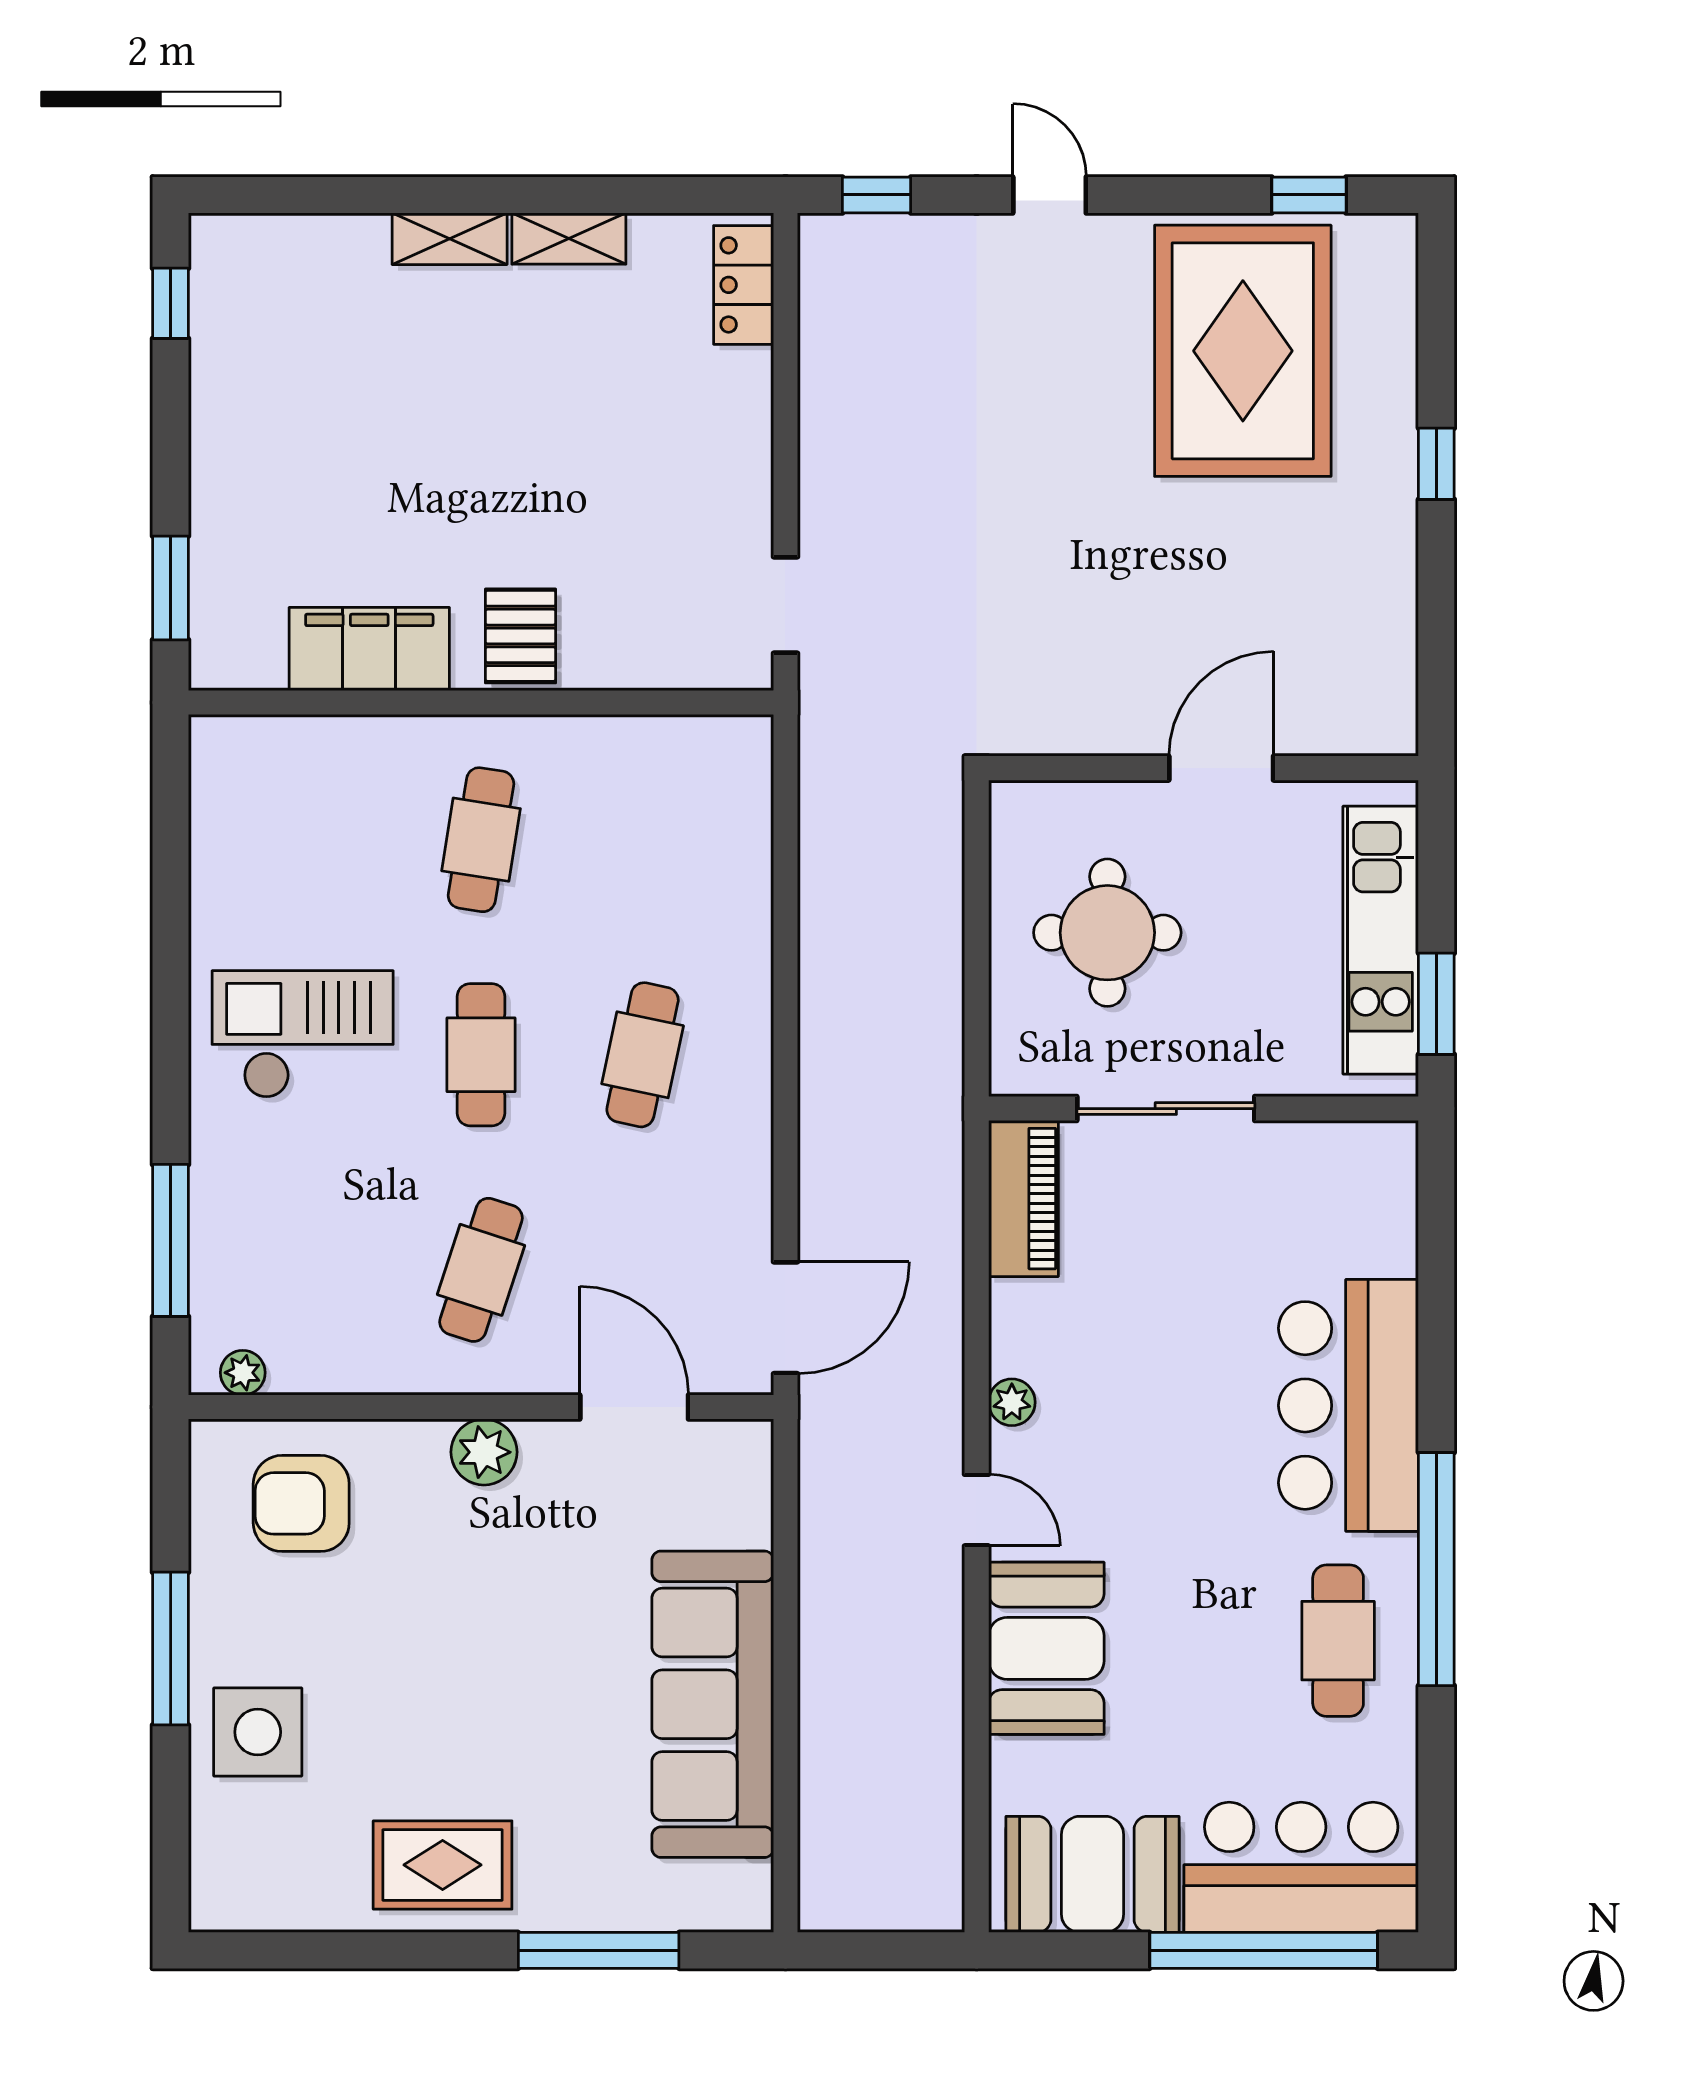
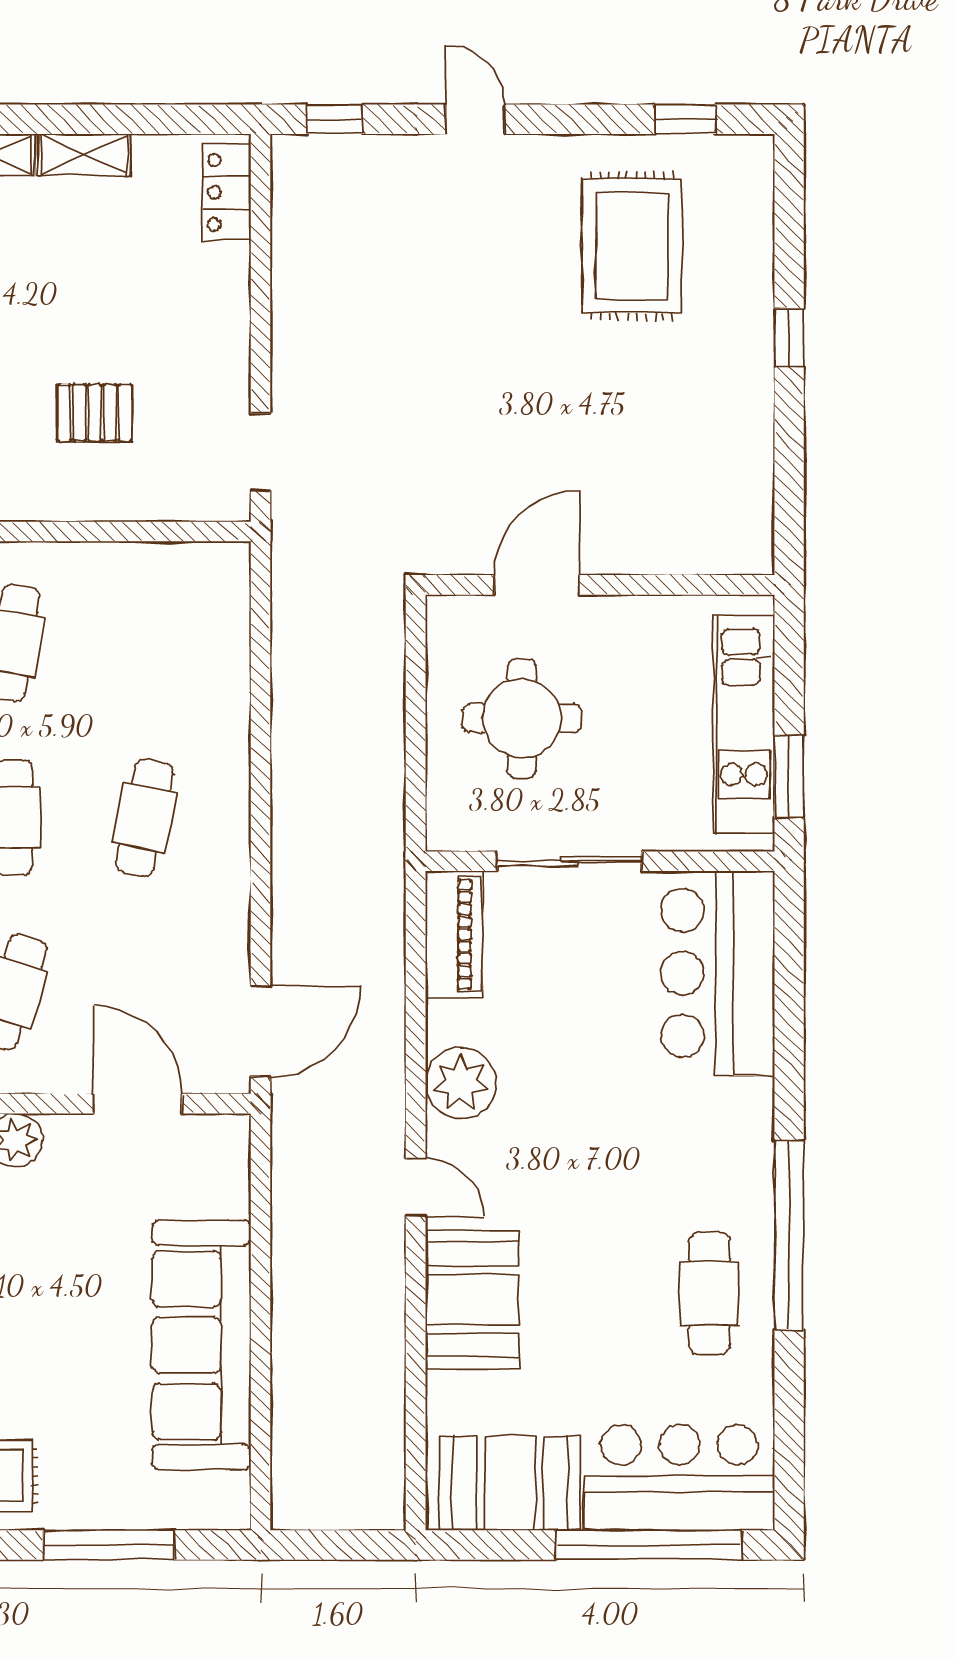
rug: (1243, 351) -> (632, 246), width x0.73, depth x0.69
pallet: (521, 636) -> (95, 413), moved, turned 90
door: (1221, 768) -> (537, 585), moved
plant: (1012, 1402) -> (461, 1083), width x1.88, depth x1.88
bar counter: (1348, 1405) -> (718, 973), moved

